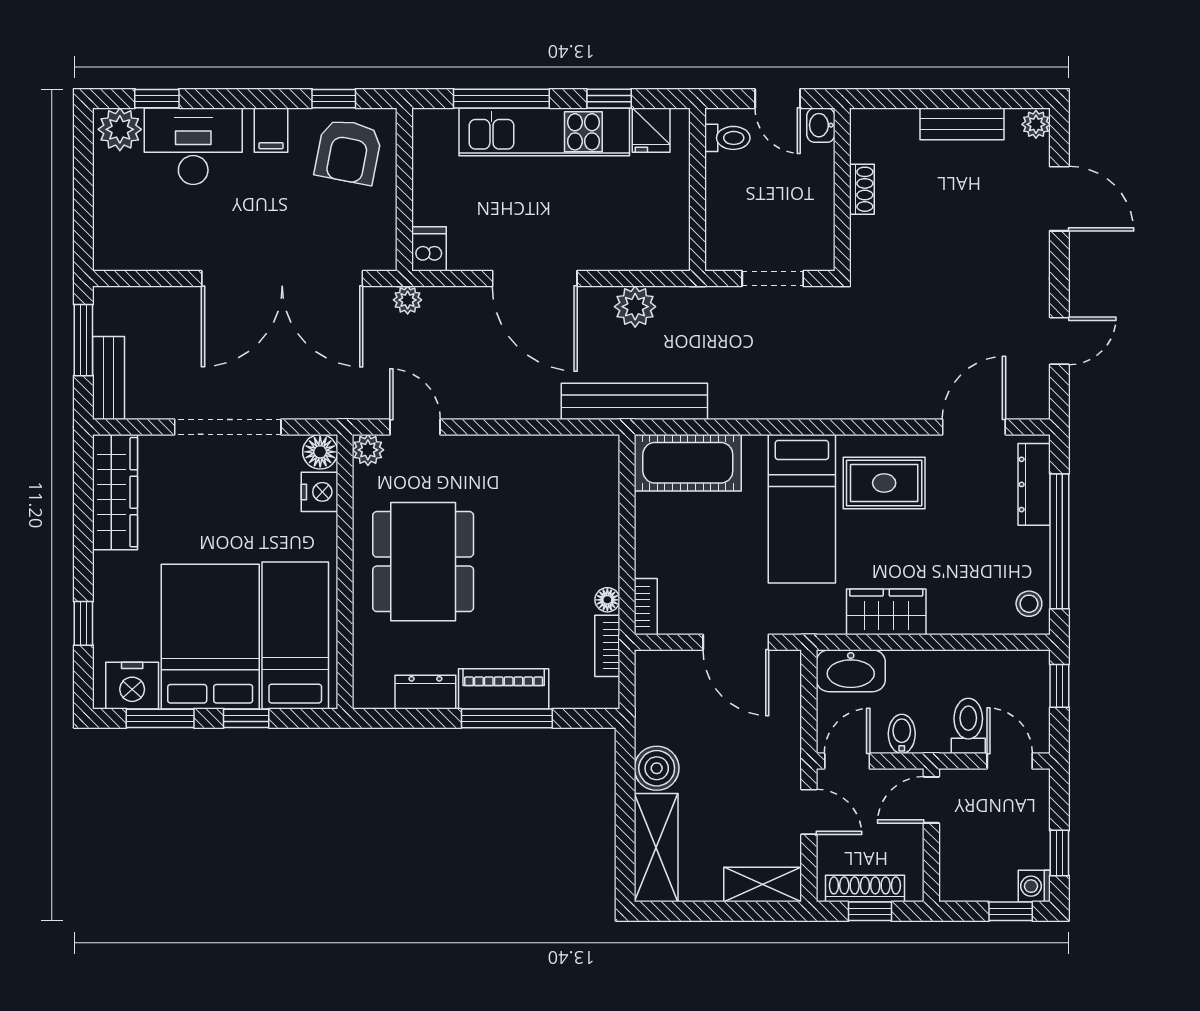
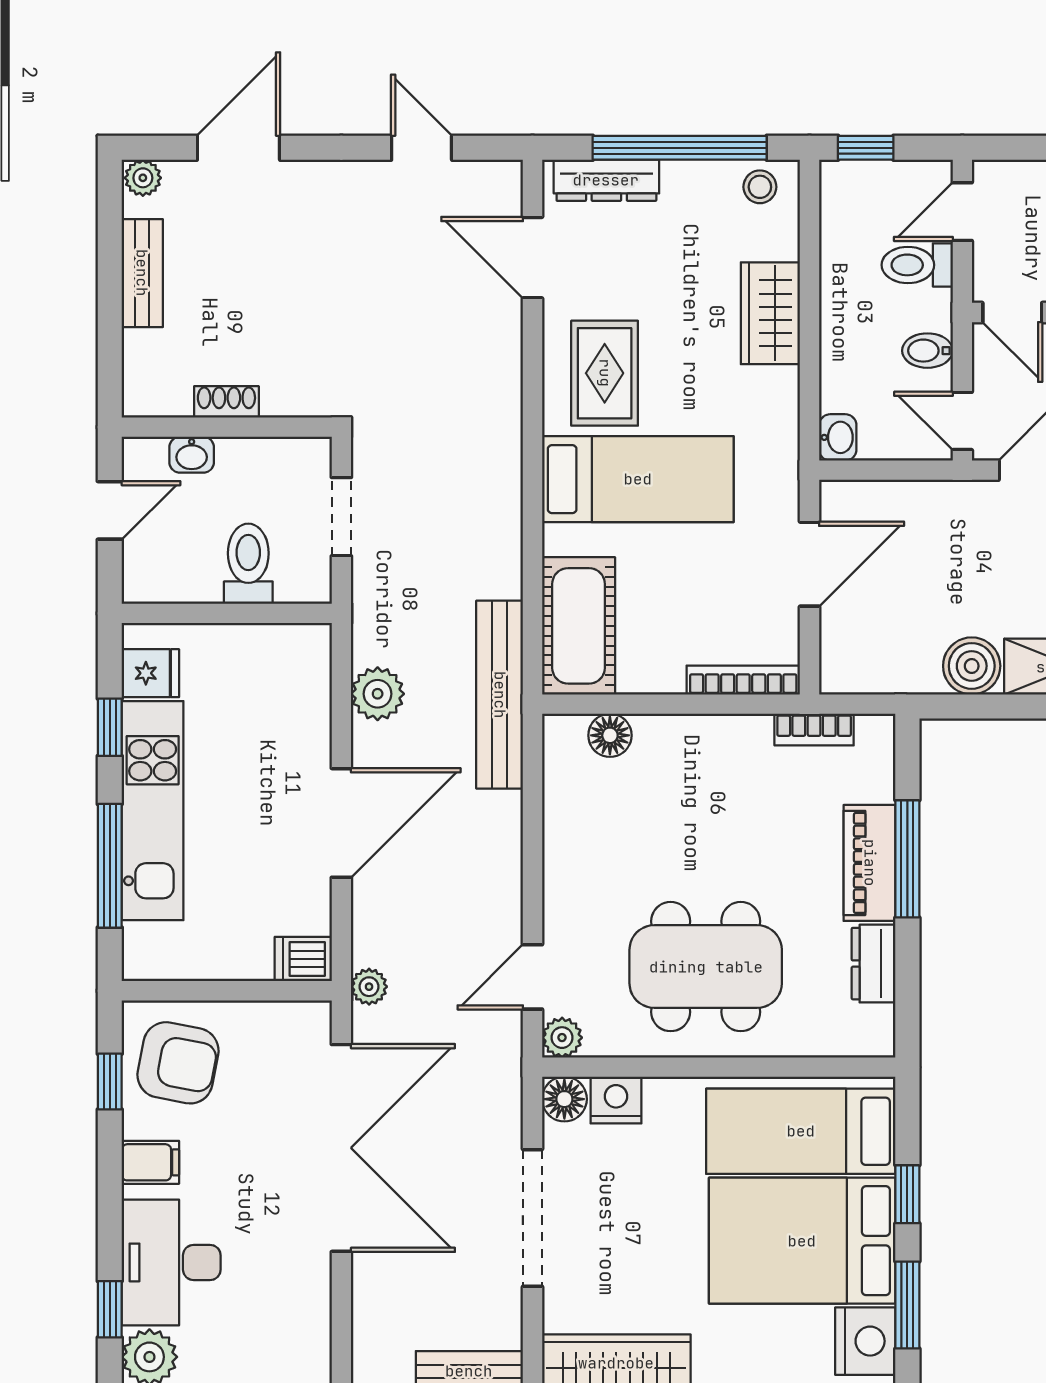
washbasin: (821, 125) -> (192, 455), moved
toilet: (727, 138) -> (248, 564), moved, width x1.37, depth x1.39
floor lamp: (607, 600) -> (610, 735), moved, width x1.37, depth x1.37
bookcase: (646, 607) -> (743, 680), width x1.56
wardrobe: (886, 612) -> (770, 313), moved
washbasin: (851, 671) -> (838, 437), width x0.52, depth x0.69

